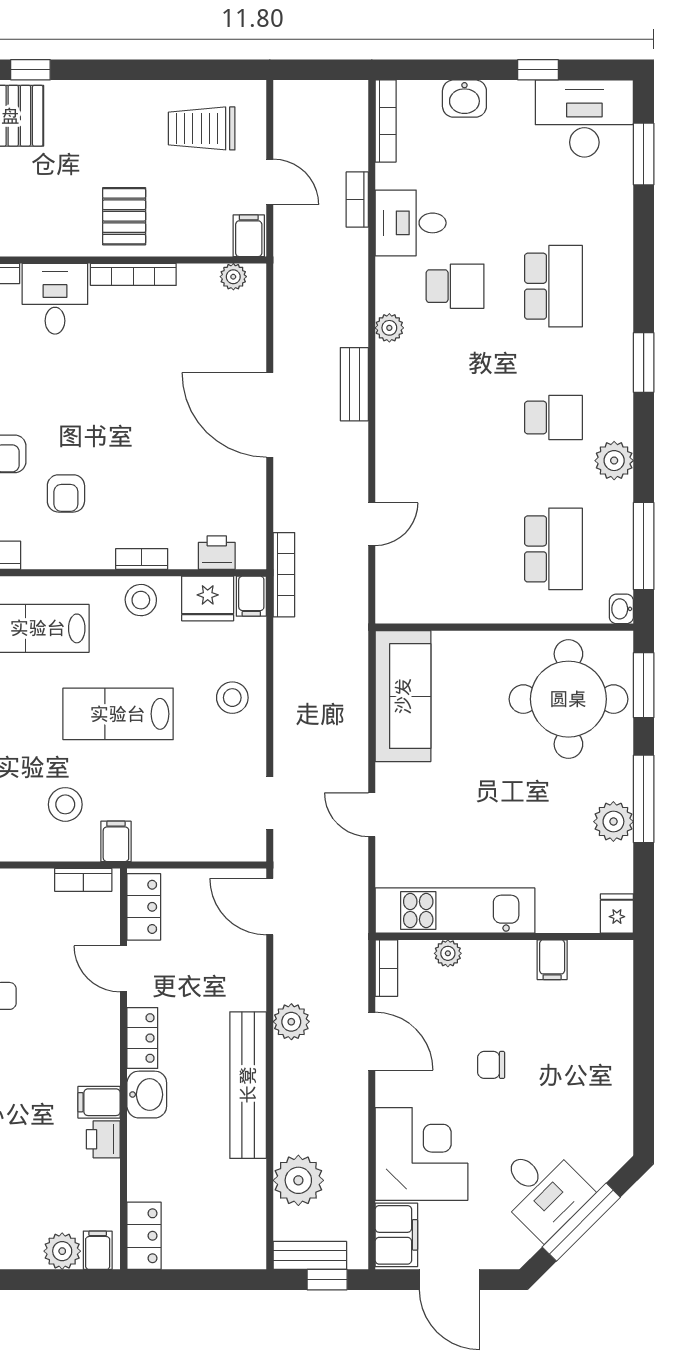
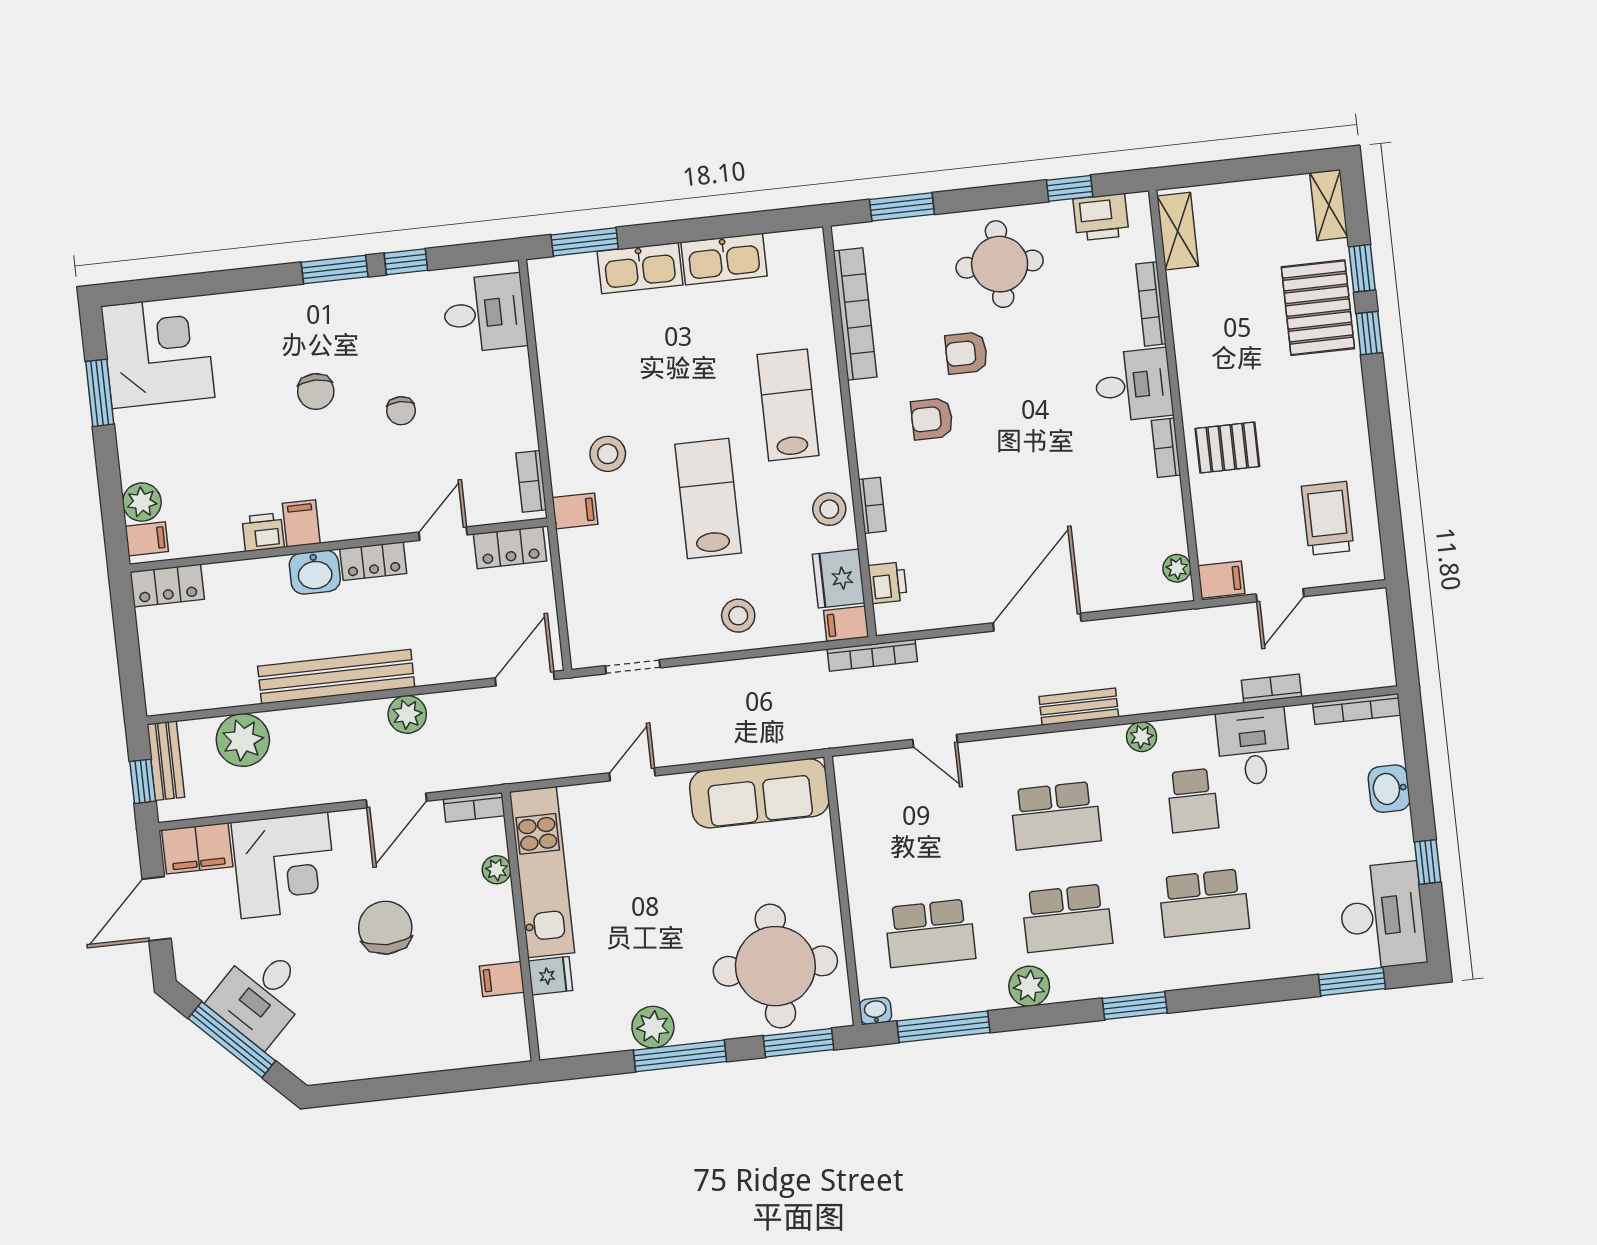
bookcase: (133, 274) -> (1166, 448), width x0.64
school desk: (455, 418) -> (1056, 816), added
school desk: (553, 418) -> (1067, 918), width x1.85
fridge: (617, 913) -> (550, 976), moved
chair: (491, 1065) -> (385, 928), width x1.87, depth x1.87

